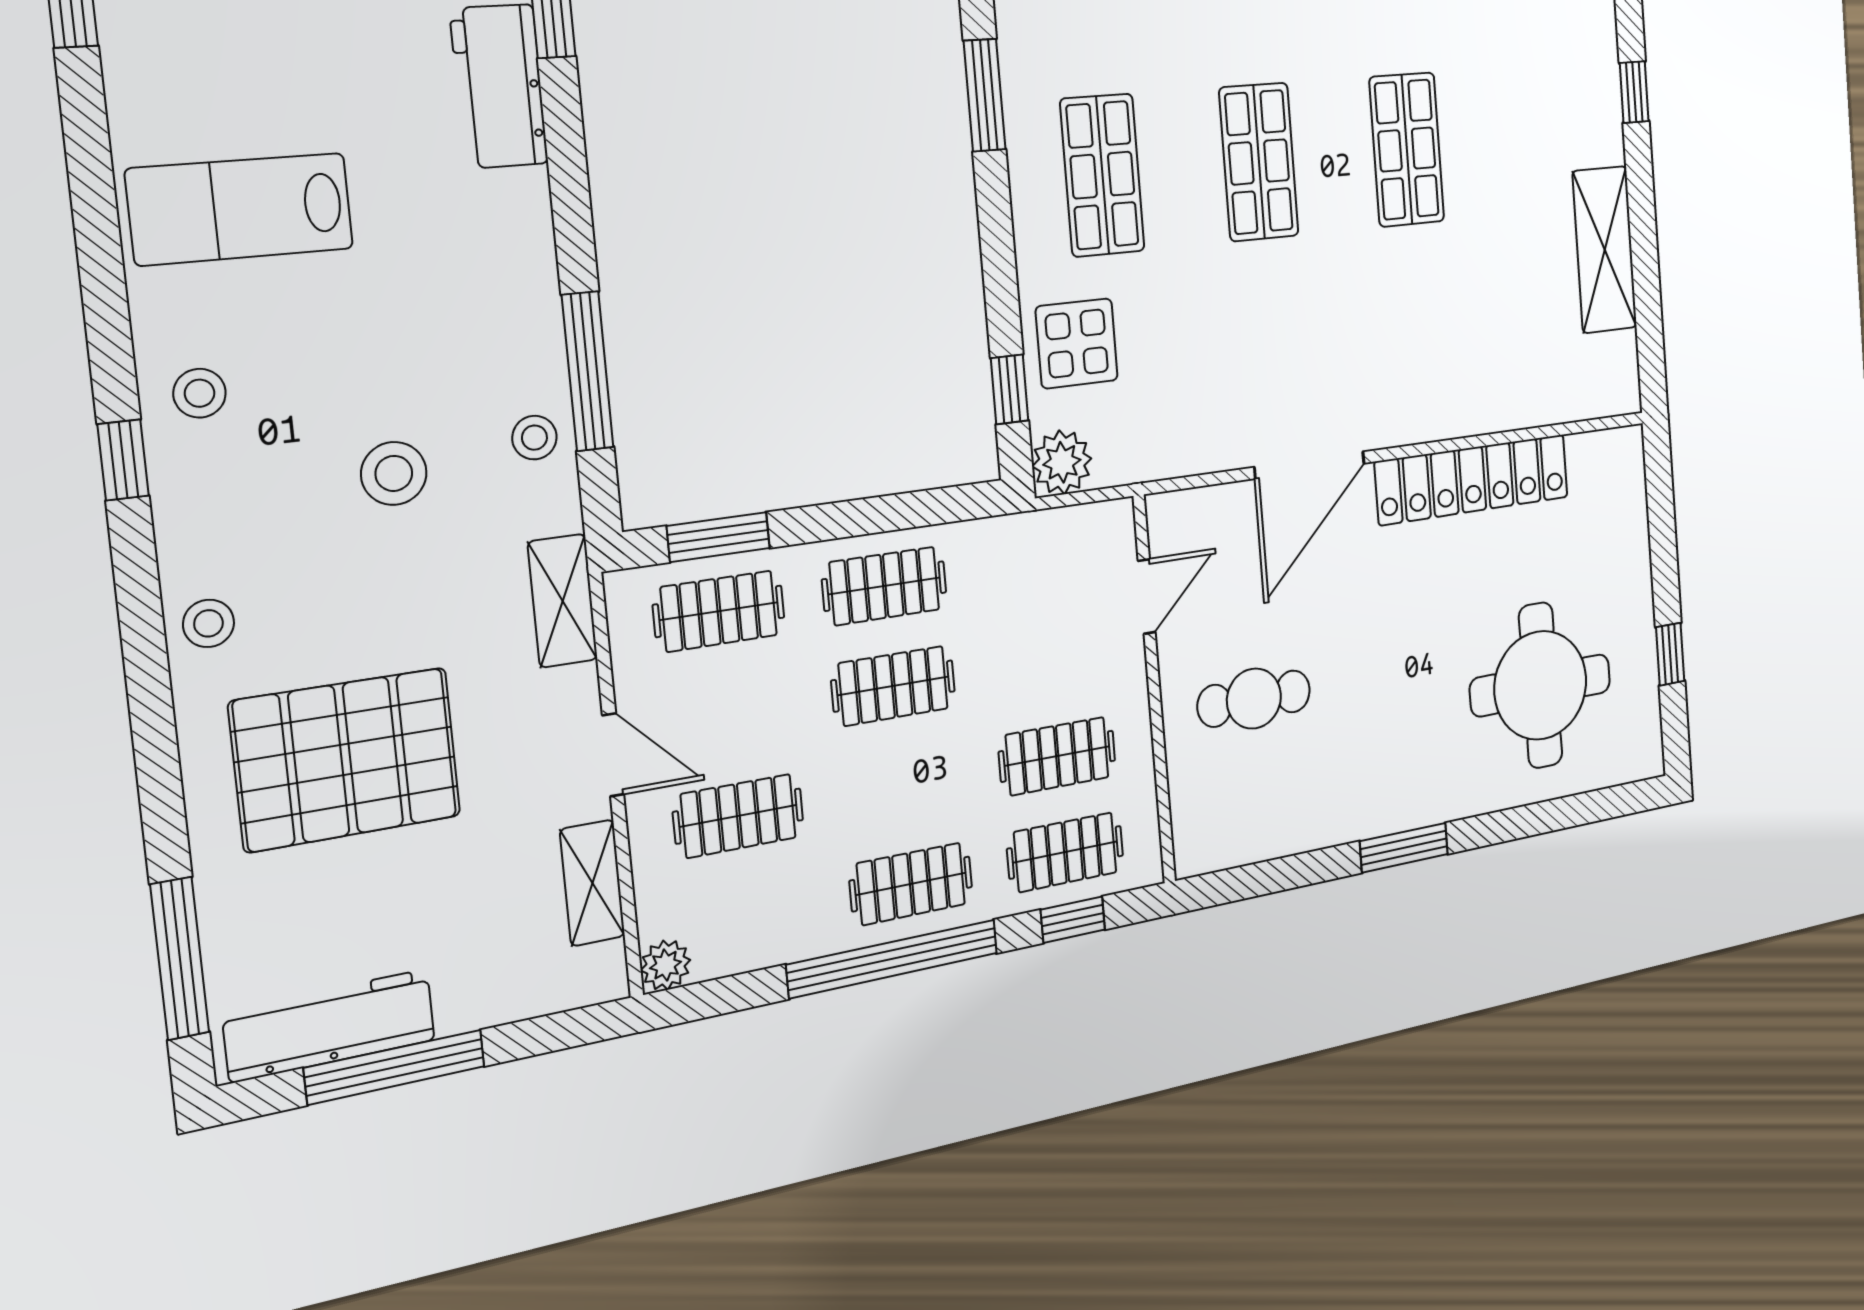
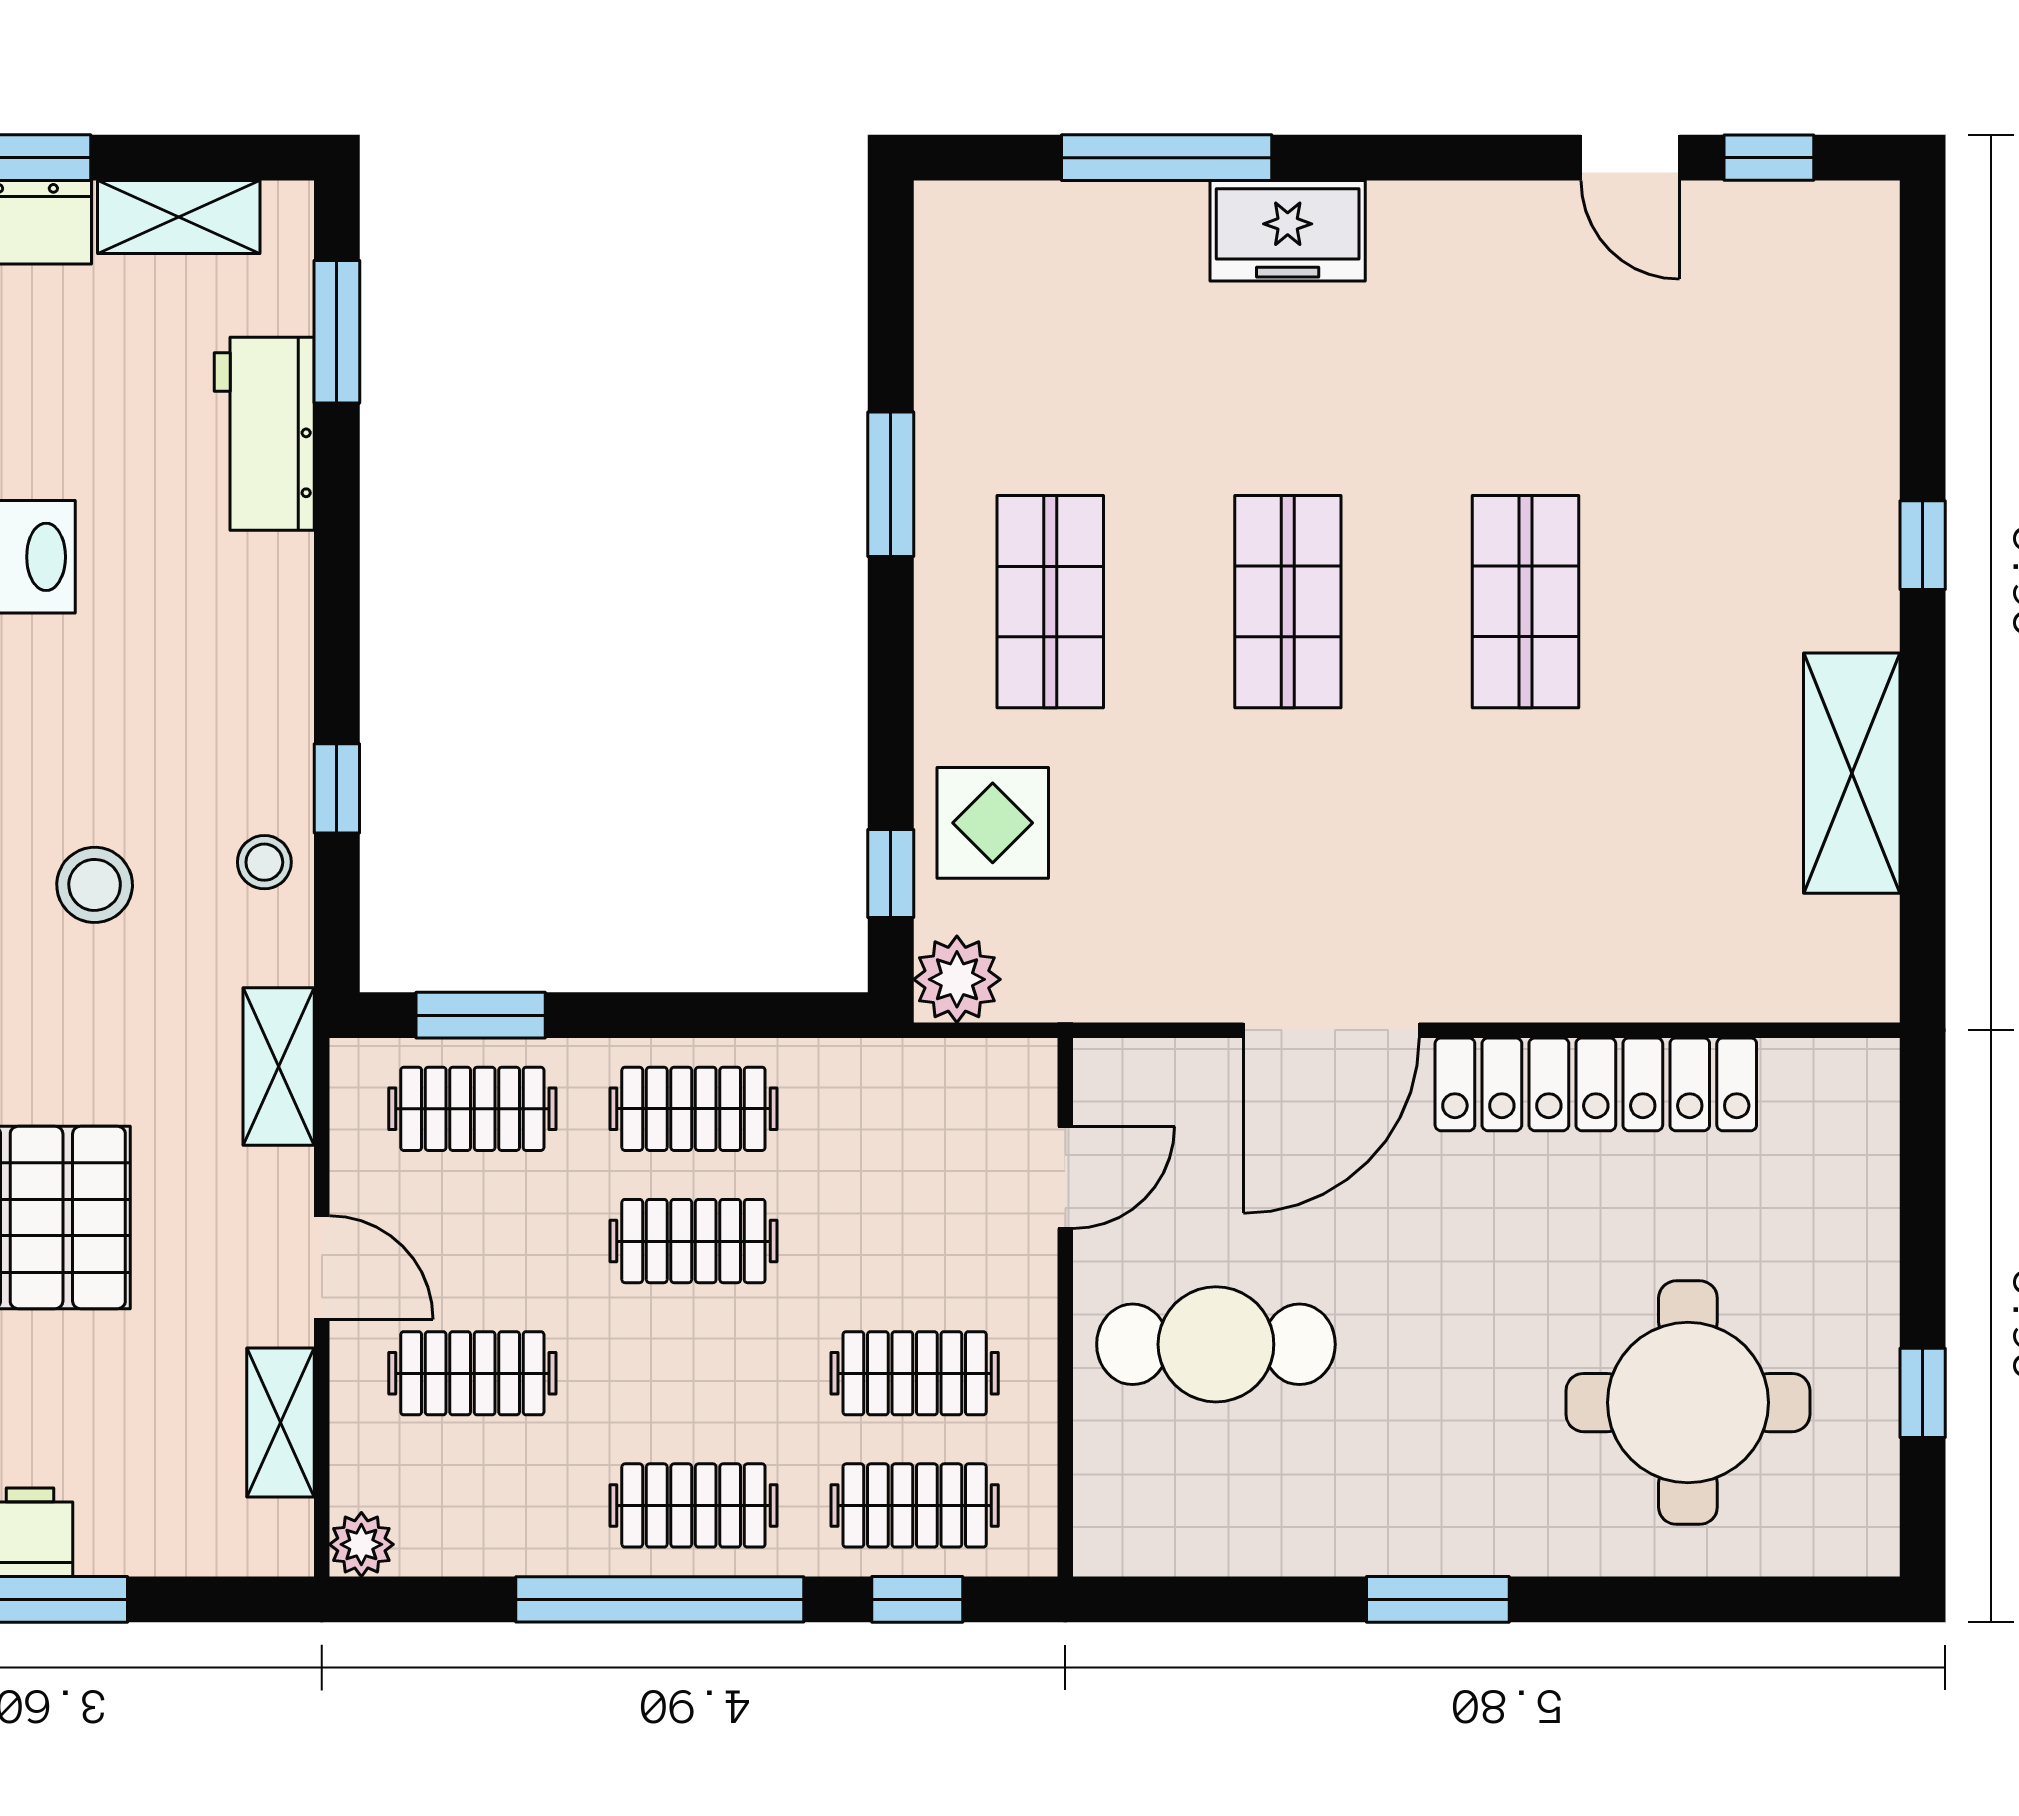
window: (588, 371) -> (337, 788), width x0.46
cafe table: (1254, 699) -> (1216, 1344), width x1.37, depth x1.35

